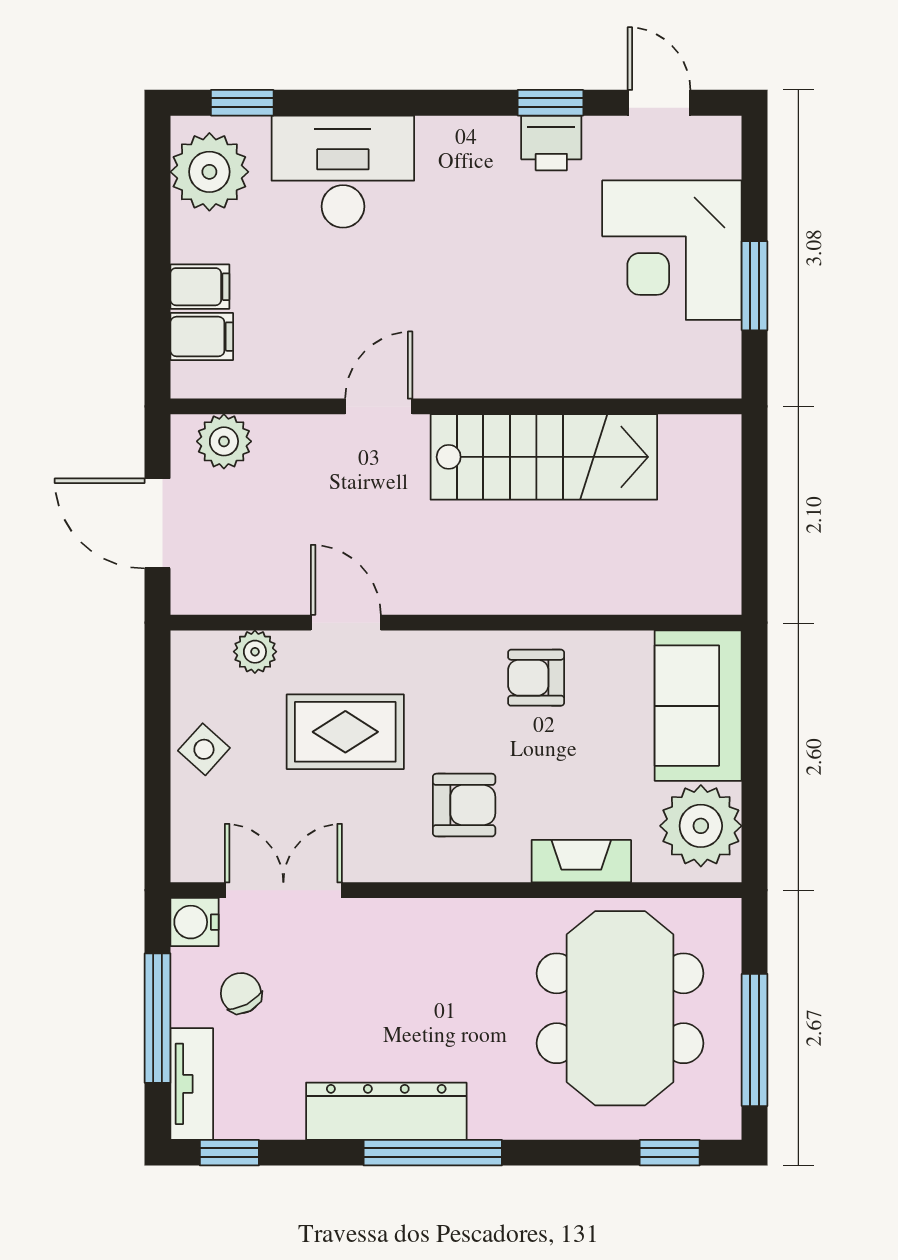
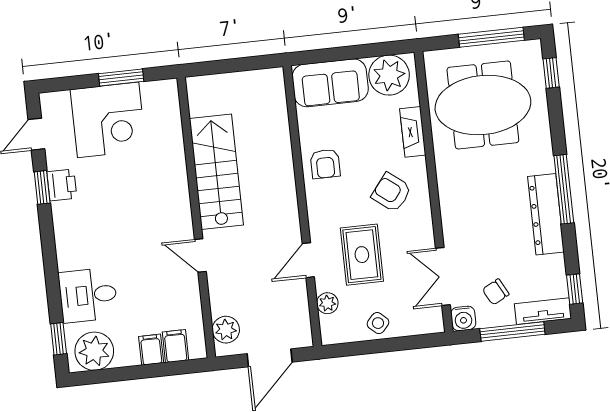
desk: (343, 172) -> (88, 295), width x0.73
armchair: (464, 805) -> (391, 192), turned -52

